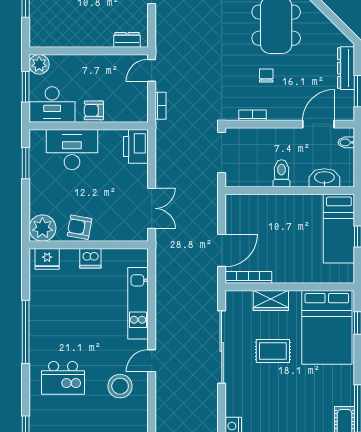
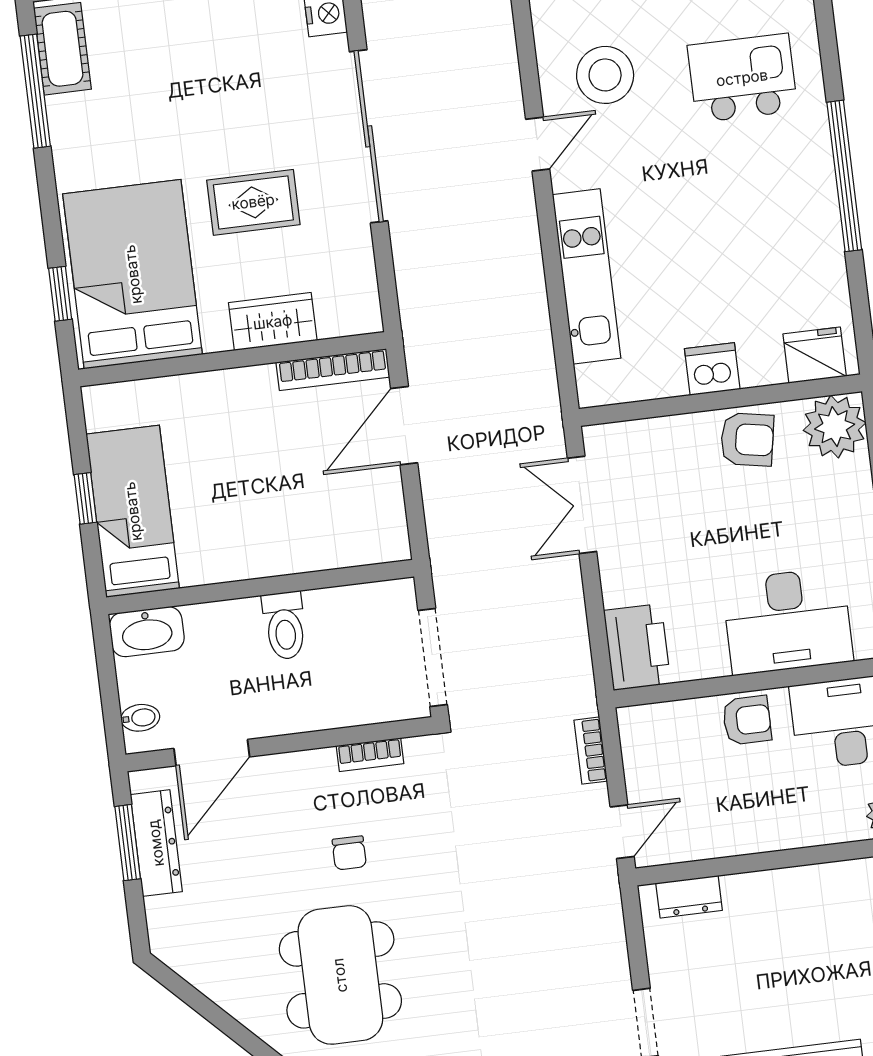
dresser: (346, 68) -> (156, 843), moved
washbasin: (324, 178) -> (147, 632), moved
sliding door: (222, 347) -> (369, 136), moved

